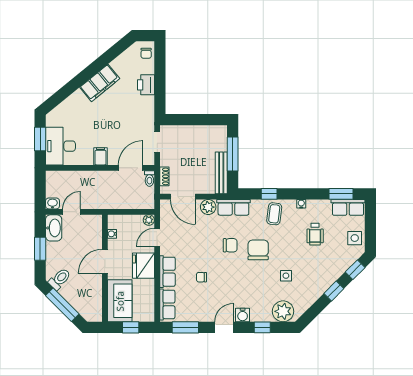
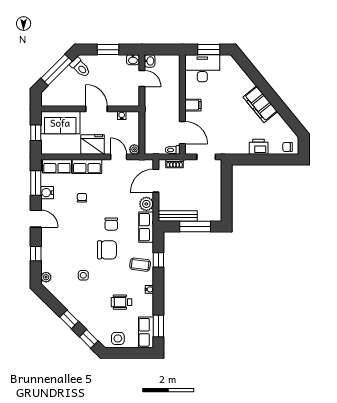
washbasin: (54, 228) -> (133, 60), width x0.52, depth x0.69
plant: (283, 311) -> (46, 277), width x0.53, depth x0.53
water cooler: (243, 315) -> (47, 193), moved

